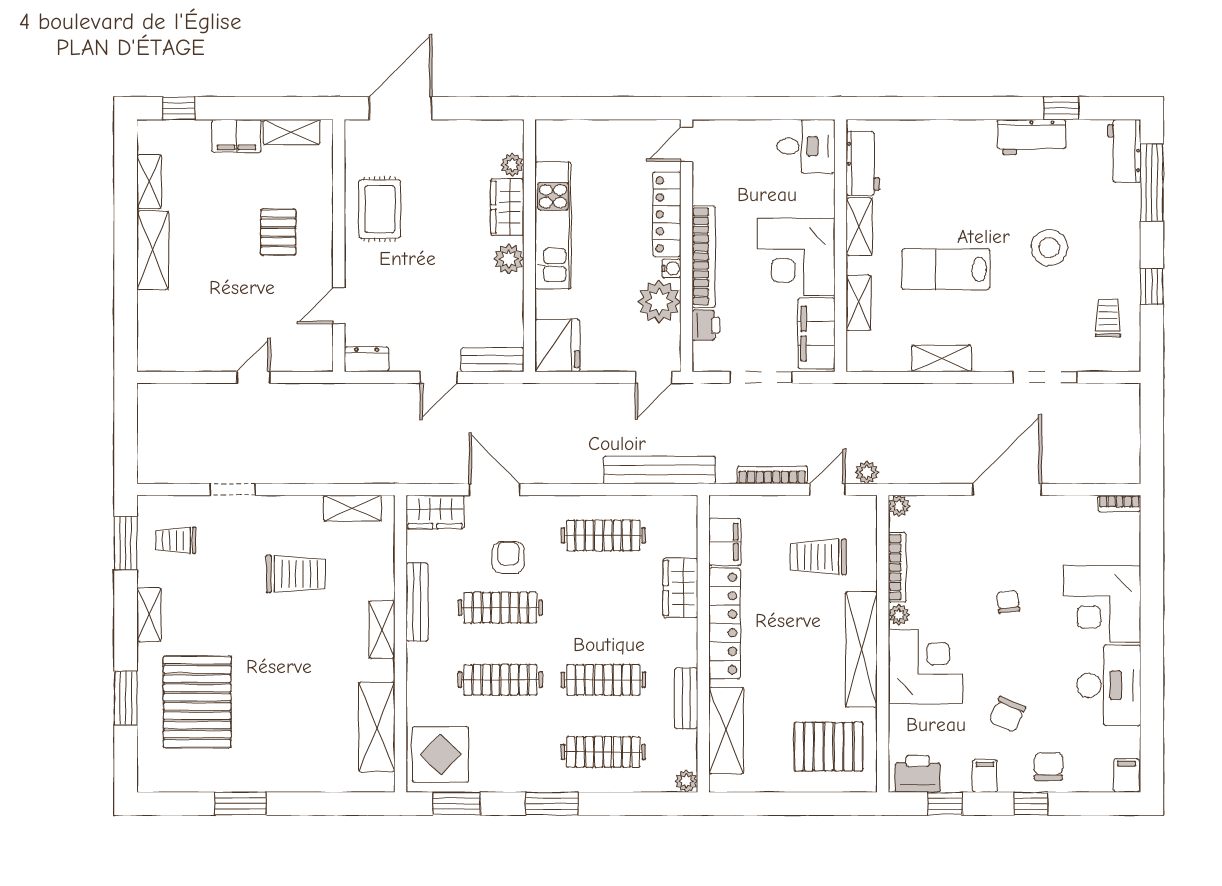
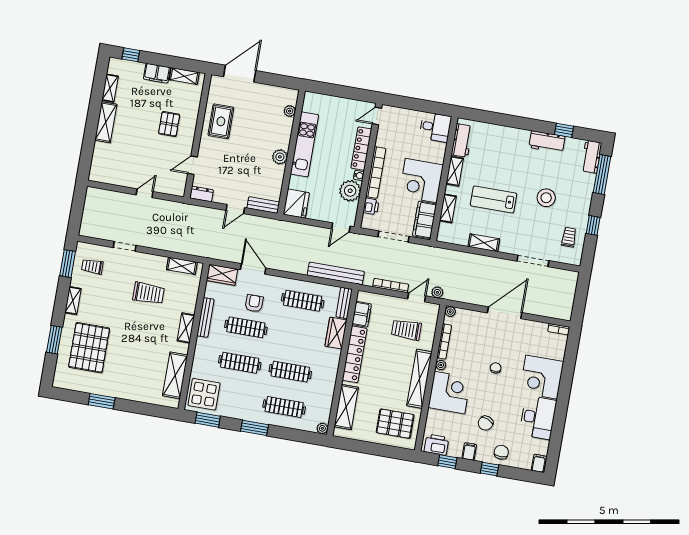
wardrobe: (507, 207) -> (284, 131), removed
bench: (686, 698) -> (344, 303), moved

